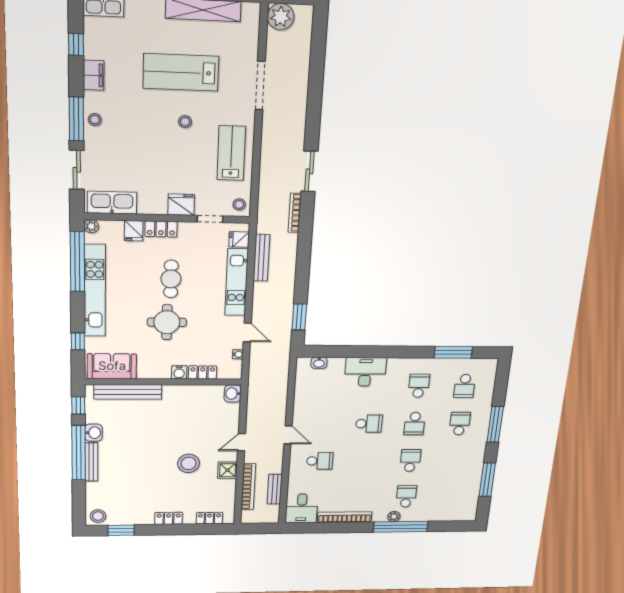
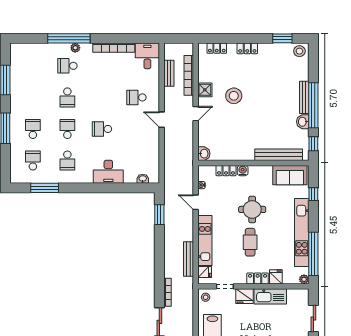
kitchen sink: (112, 203) -> (270, 296), moved
school desk: (460, 424) -> (33, 129), turned 180
school desk: (406, 496) -> (67, 66), turned 90

